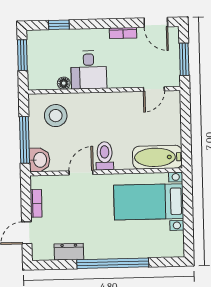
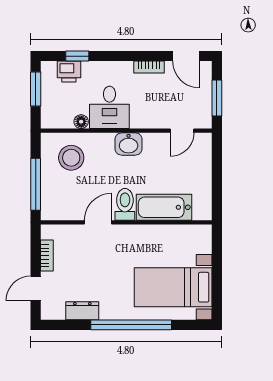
printer: (52, 39) -> (69, 72), added
bathtub: (157, 157) -> (164, 207), moved
washbasin: (40, 160) -> (129, 144), moved, turned 90
bed with nightstands: (149, 202) -> (173, 287), moved

